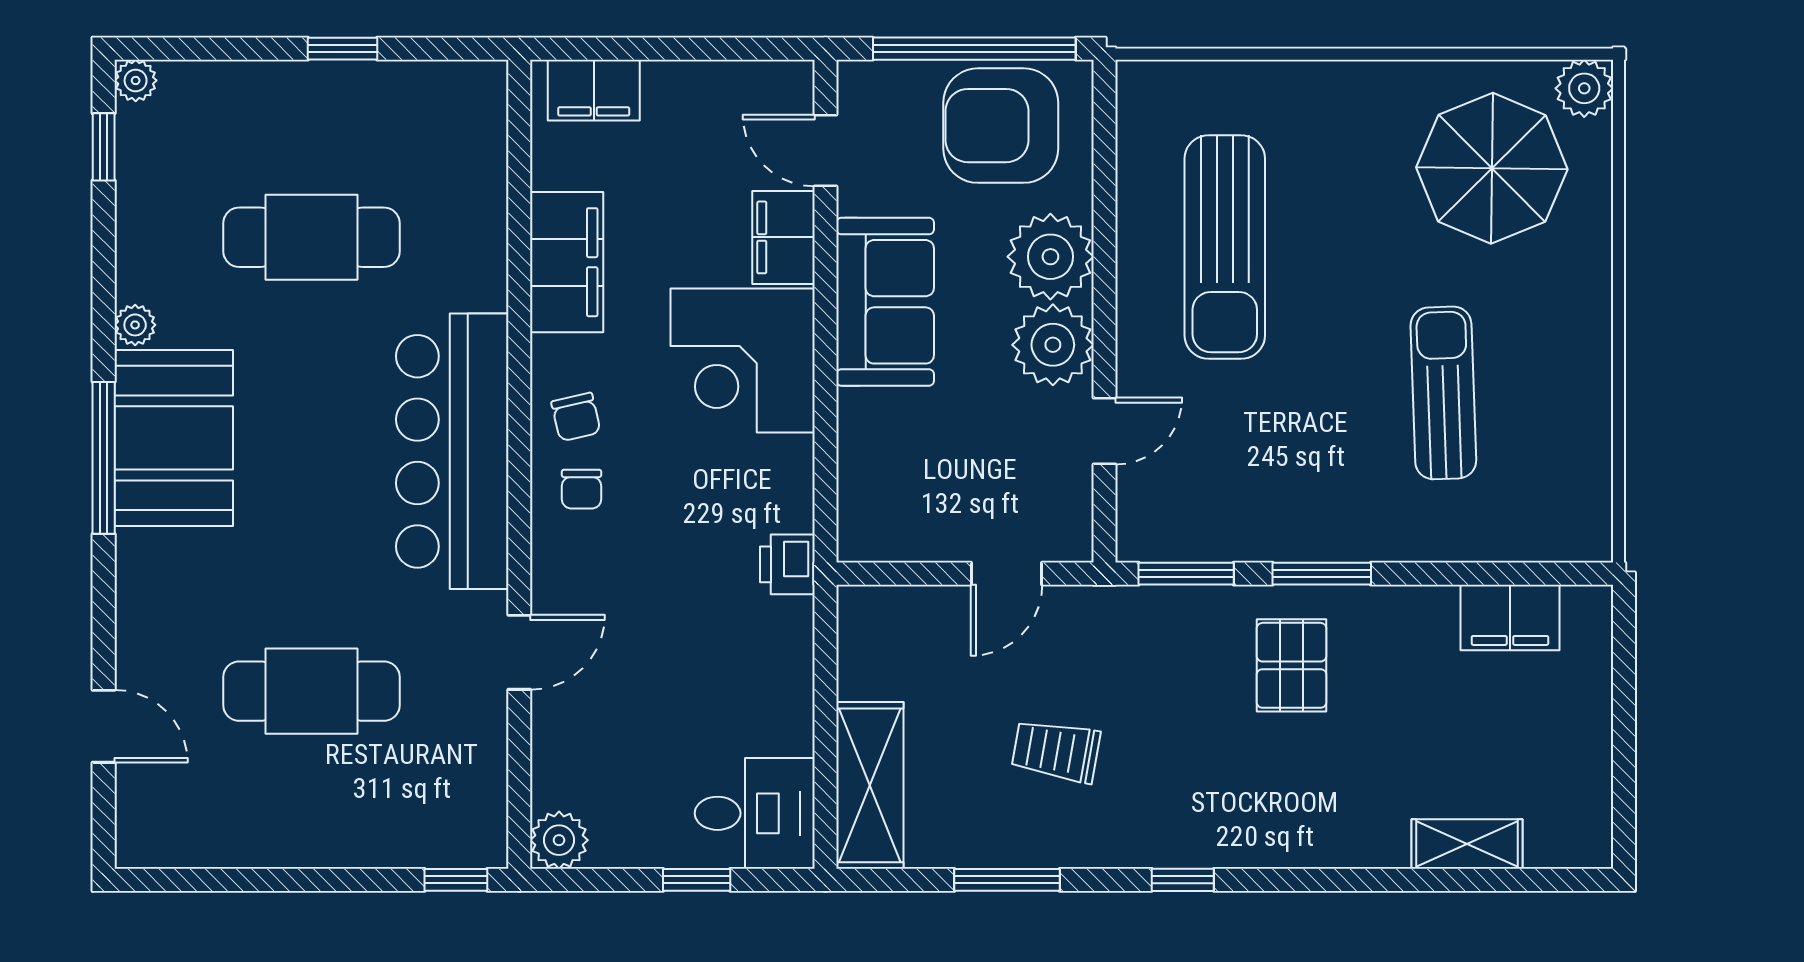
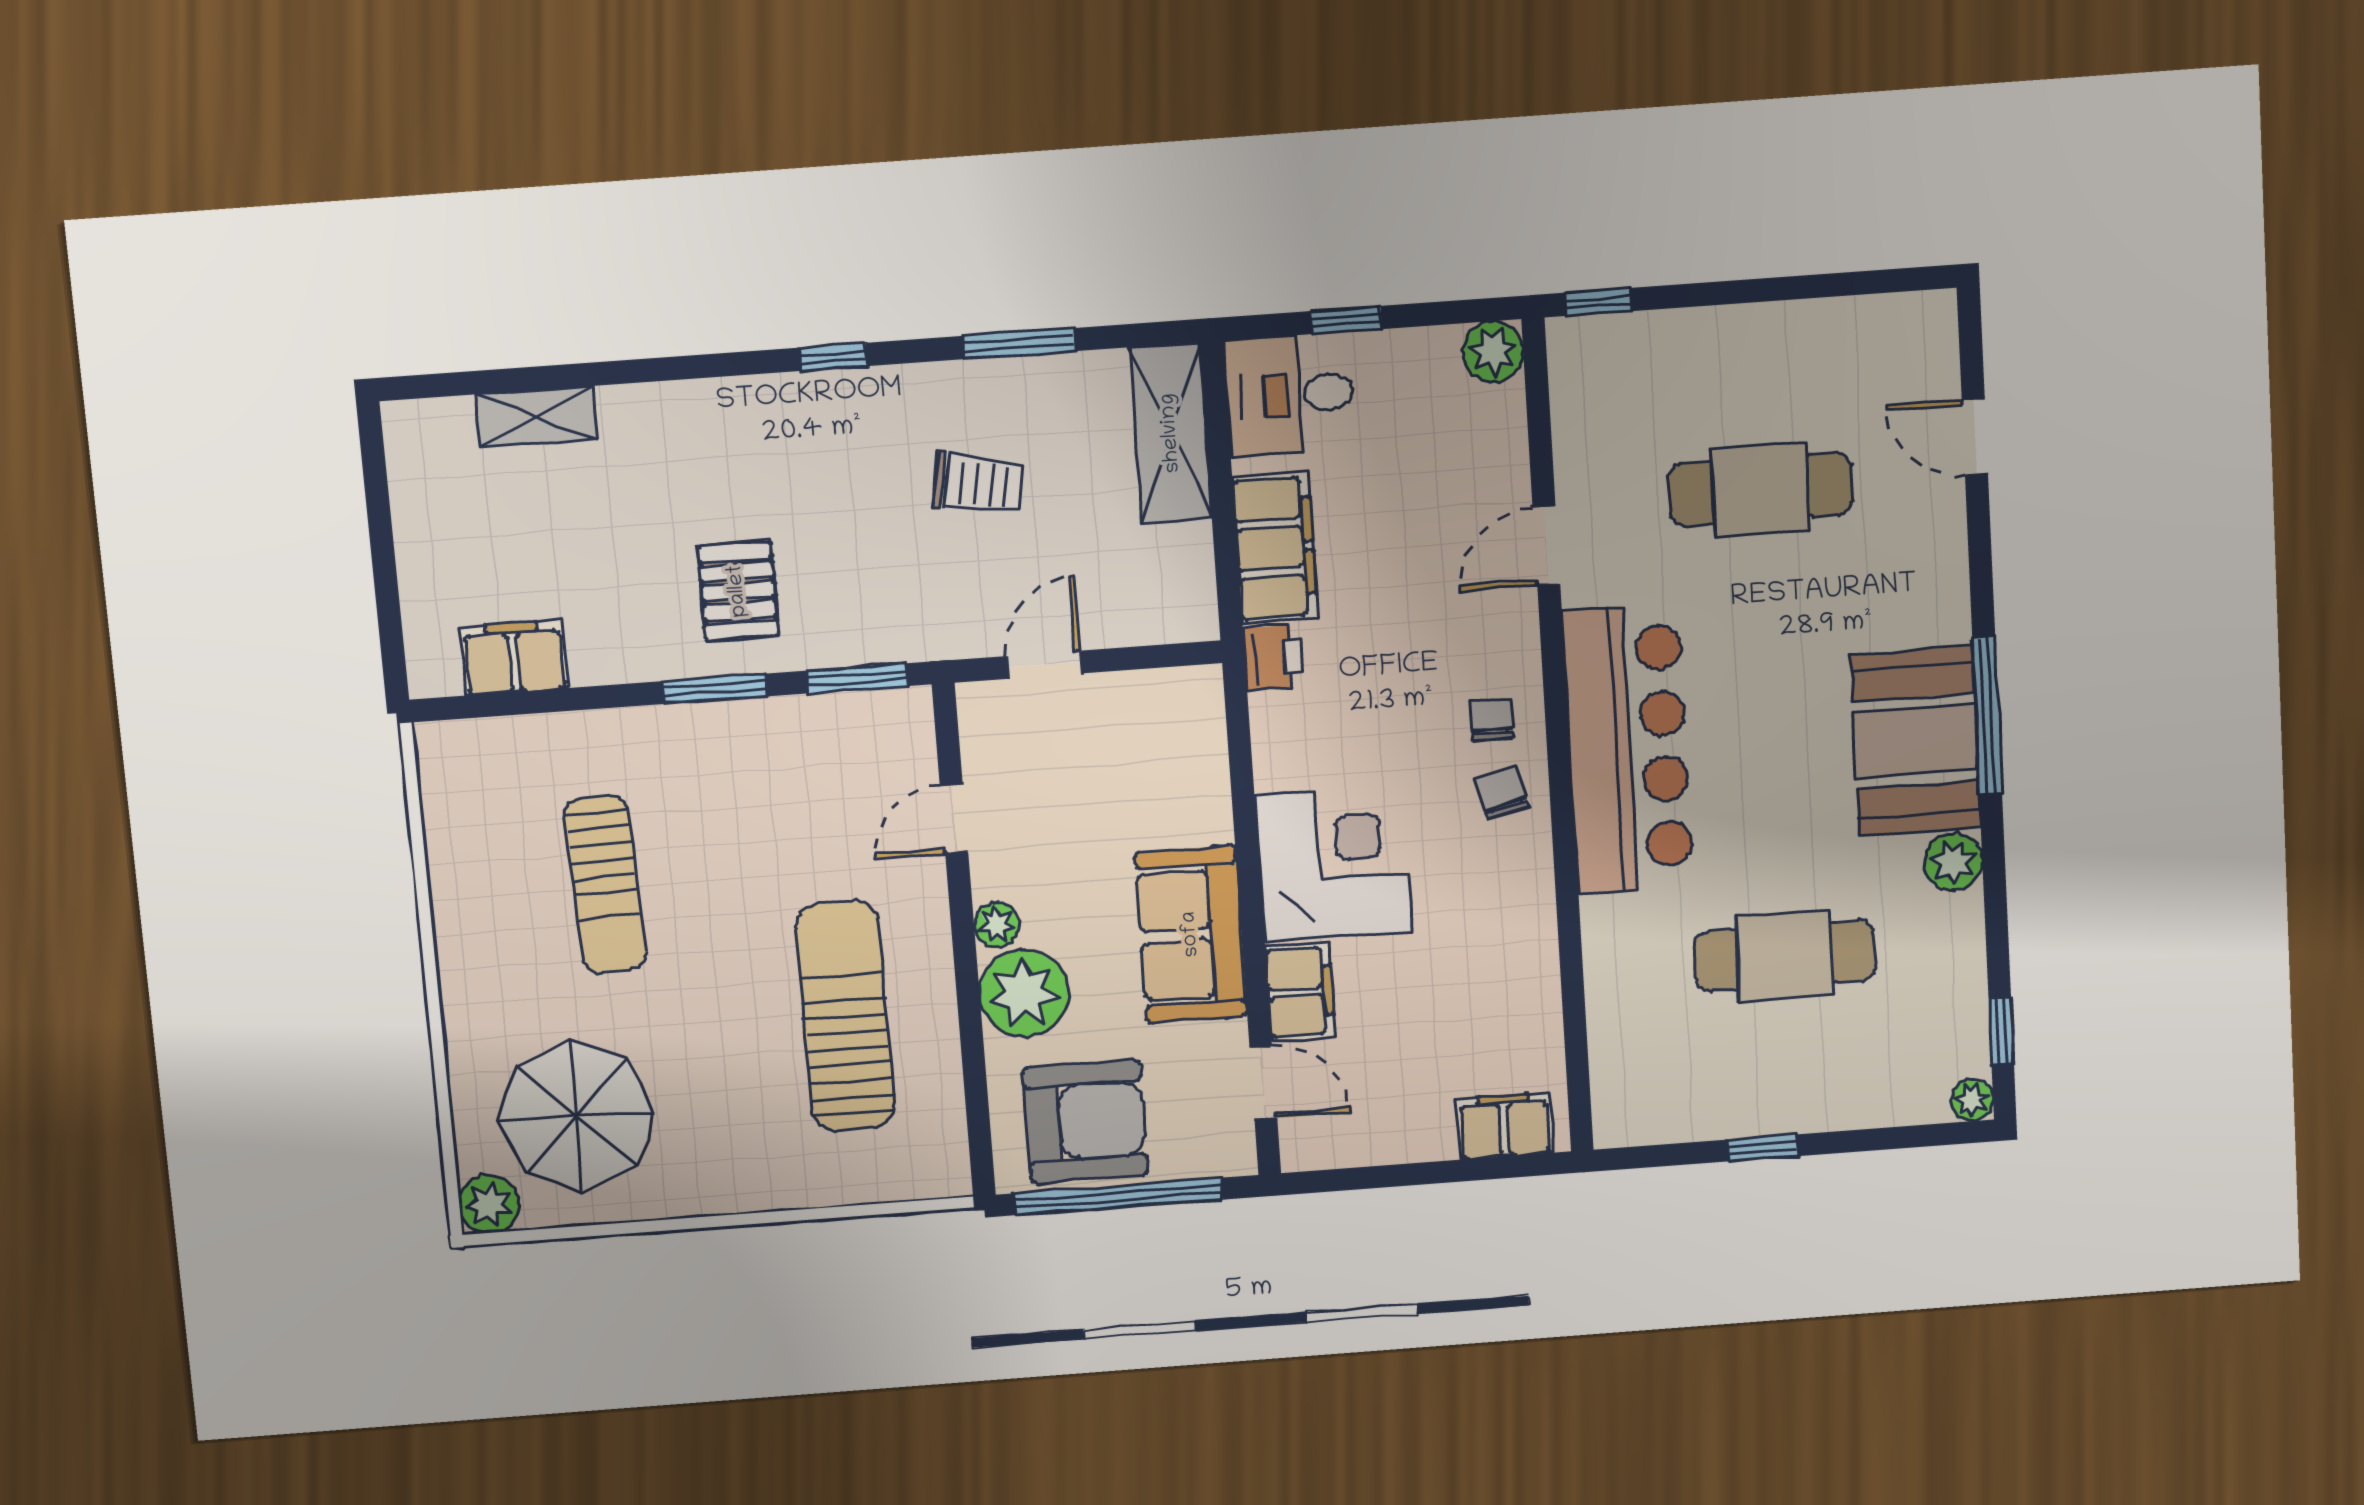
filing cabinet: (567, 262) -> (1275, 548), moved, turned 180
plant: (135, 325) -> (1954, 862), width x1.38, depth x1.38
plant: (1053, 345) -> (996, 924), width x0.53, depth x0.53

